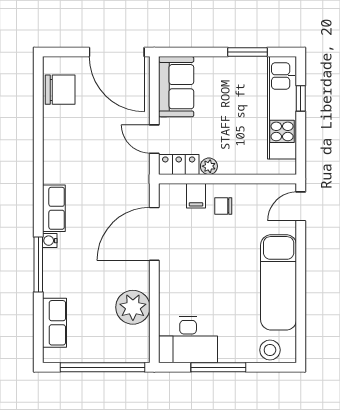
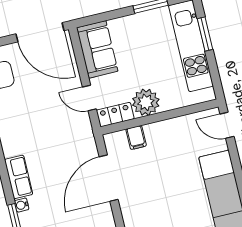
window: (301, 98) -> (205, 34), width x1.50
plant: (209, 166) -> (146, 102), width x1.88, depth x1.88
chair: (223, 206) -> (161, 141), removed
door: (301, 206) -> (227, 125), hinge flipped

